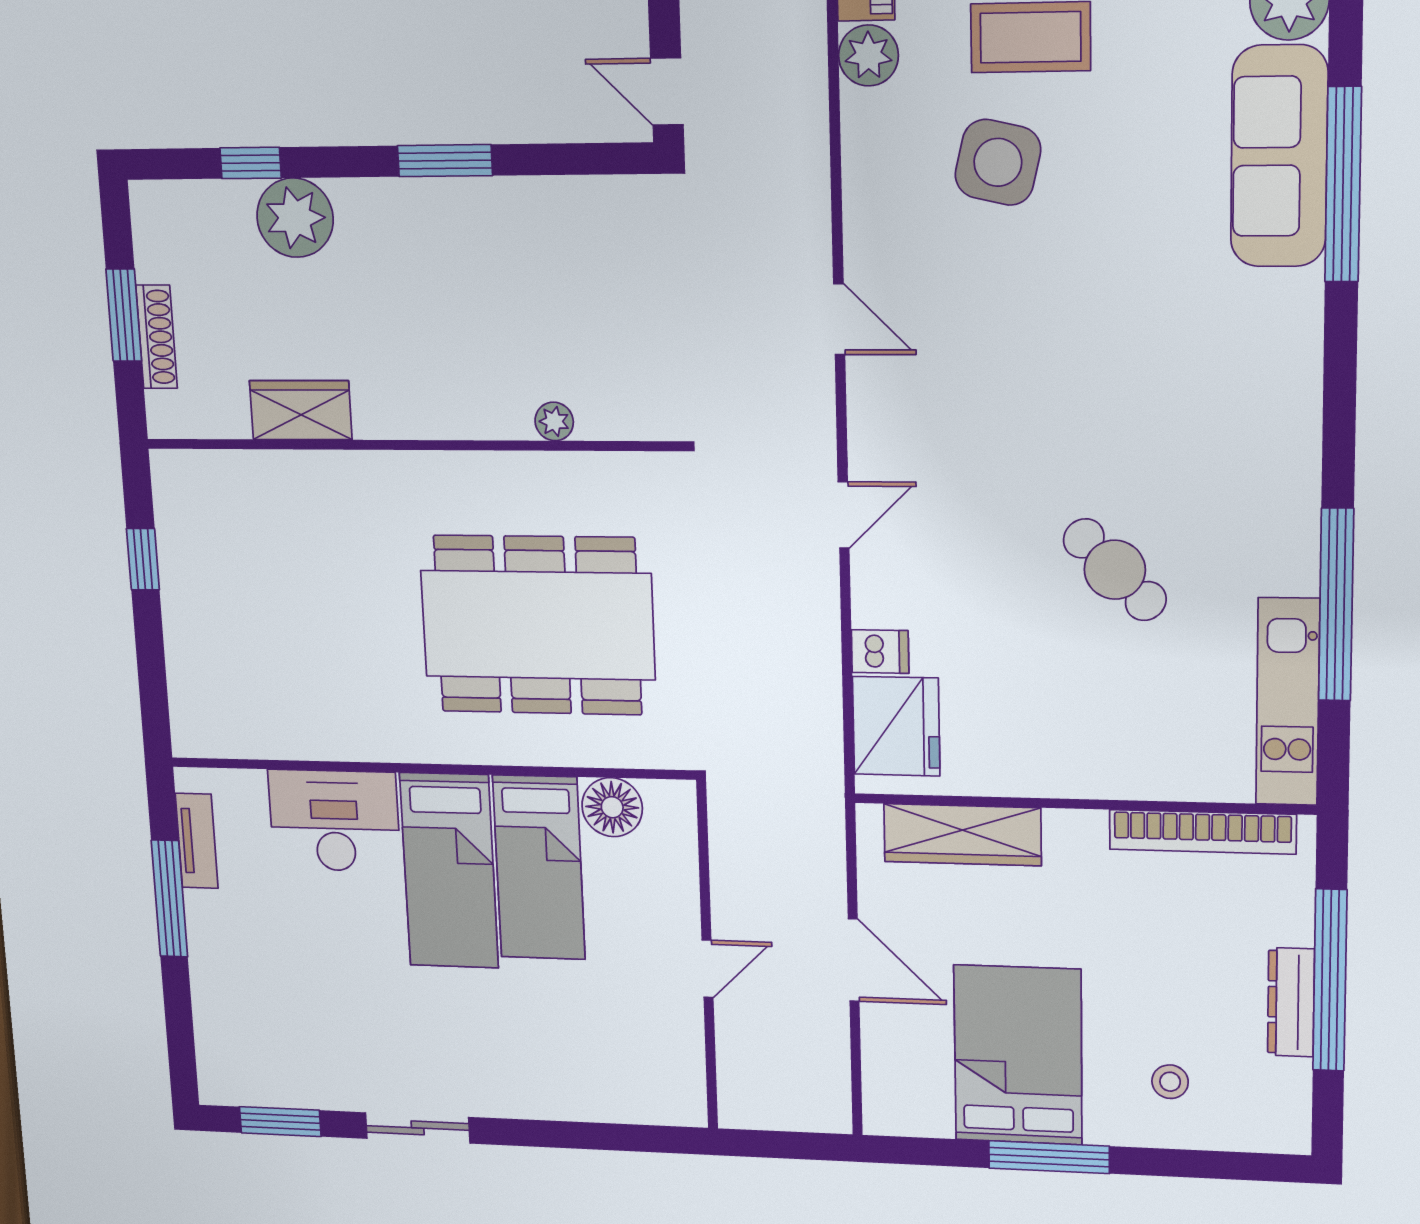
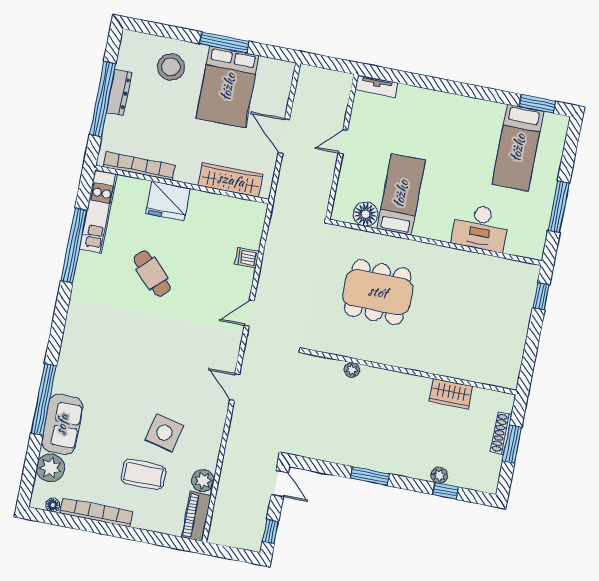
sofa: (1279, 156) -> (62, 424), width x0.73
plant: (295, 218) -> (439, 475), width x0.53, depth x0.53
window: (143, 559) -> (541, 296), moved
dining table: (538, 625) -> (378, 292), width x0.73, depth x0.80
fridge: (896, 726) -> (168, 201), moved, turned -90
tv unit: (197, 841) -> (376, 86), moved, turned -90
bed: (449, 871) -> (518, 148), moved, turned 180
stool: (1170, 1082) -> (171, 67), width x1.89, depth x1.89
sliding door: (418, 1128) -> (479, 92), removed

